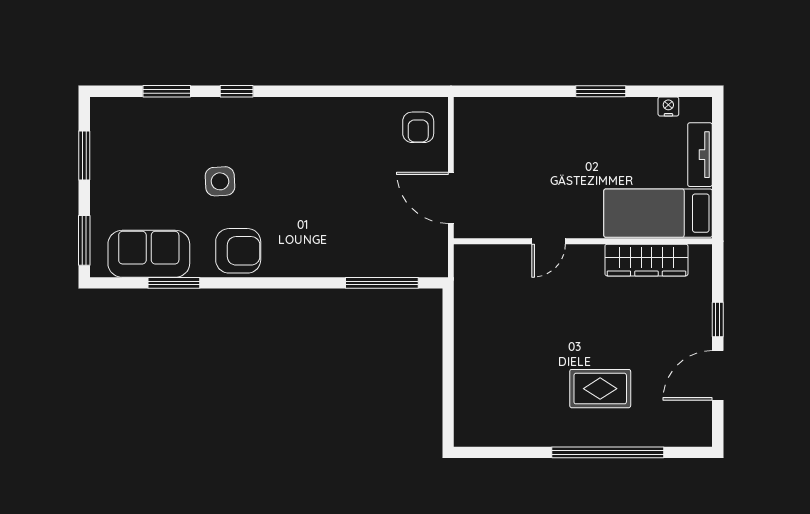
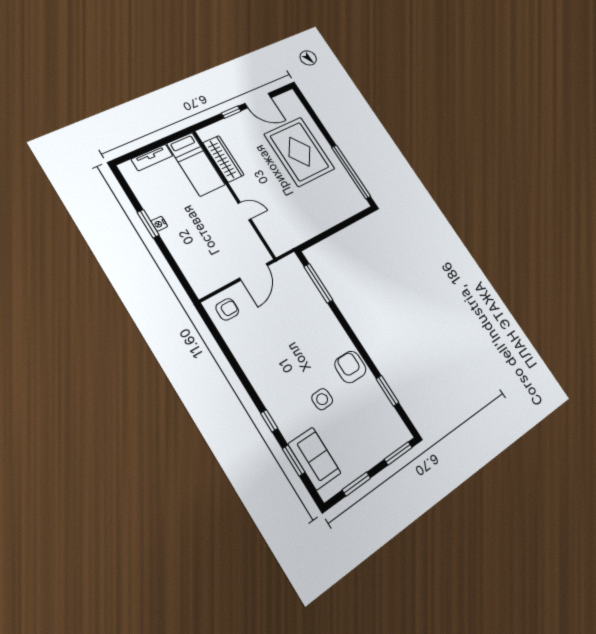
nightstand: (668, 106) -> (159, 224), moved
sofa: (149, 254) -> (314, 458), moved, turned 180
rug: (600, 389) -> (299, 152), width x1.86, depth x2.06
window: (608, 452) -> (351, 172), moved

